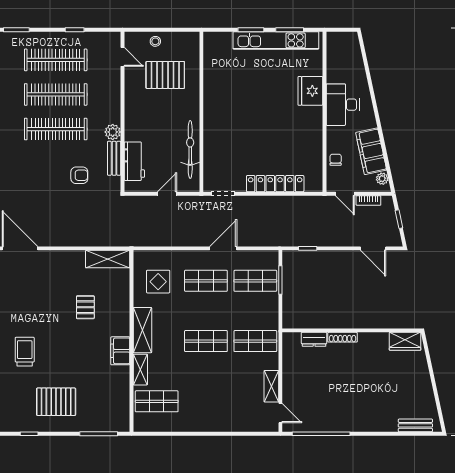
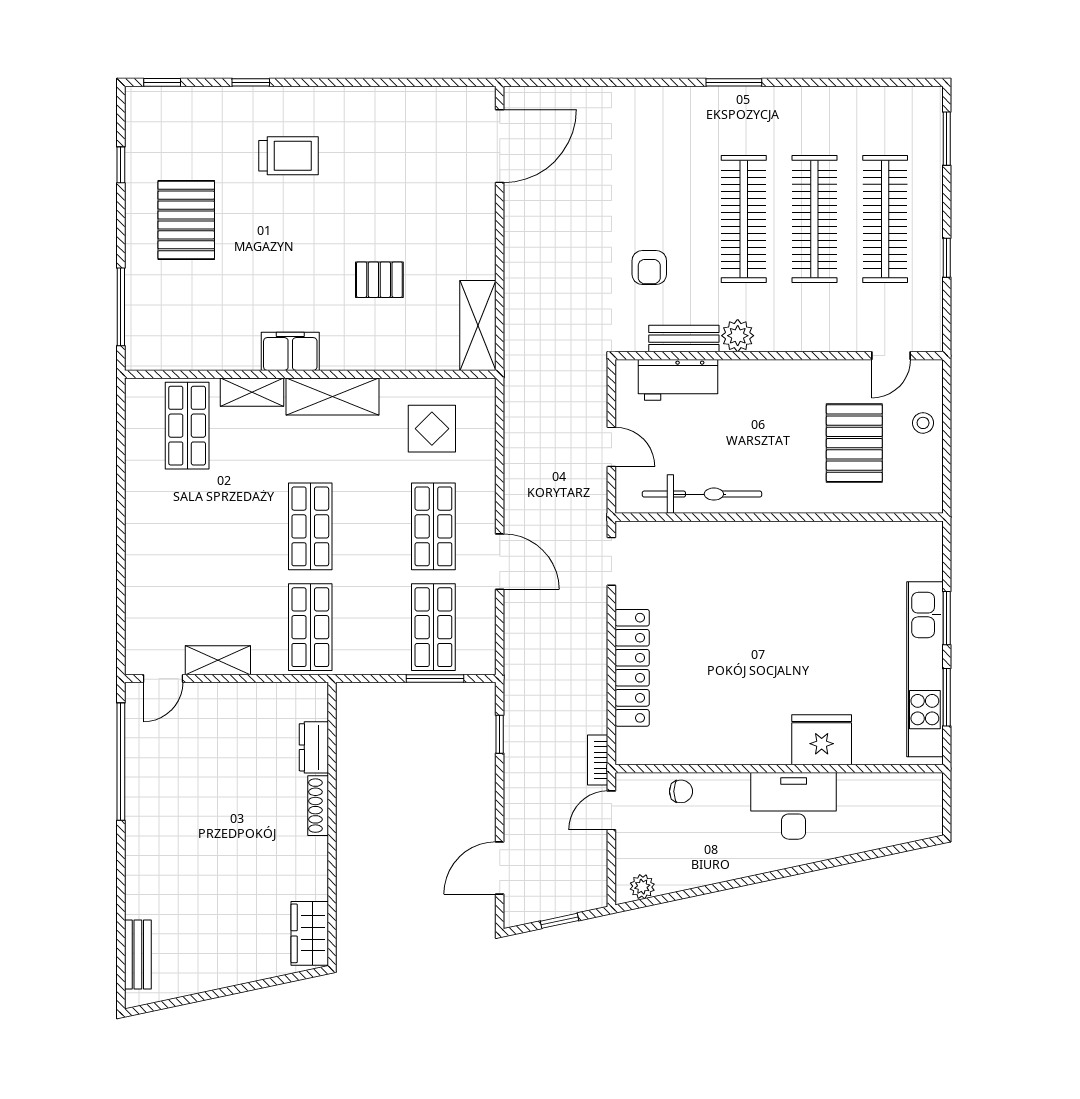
filing cabinet: (371, 151) -> (698, 864), removed
bookcase: (368, 200) -> (598, 760), moved

